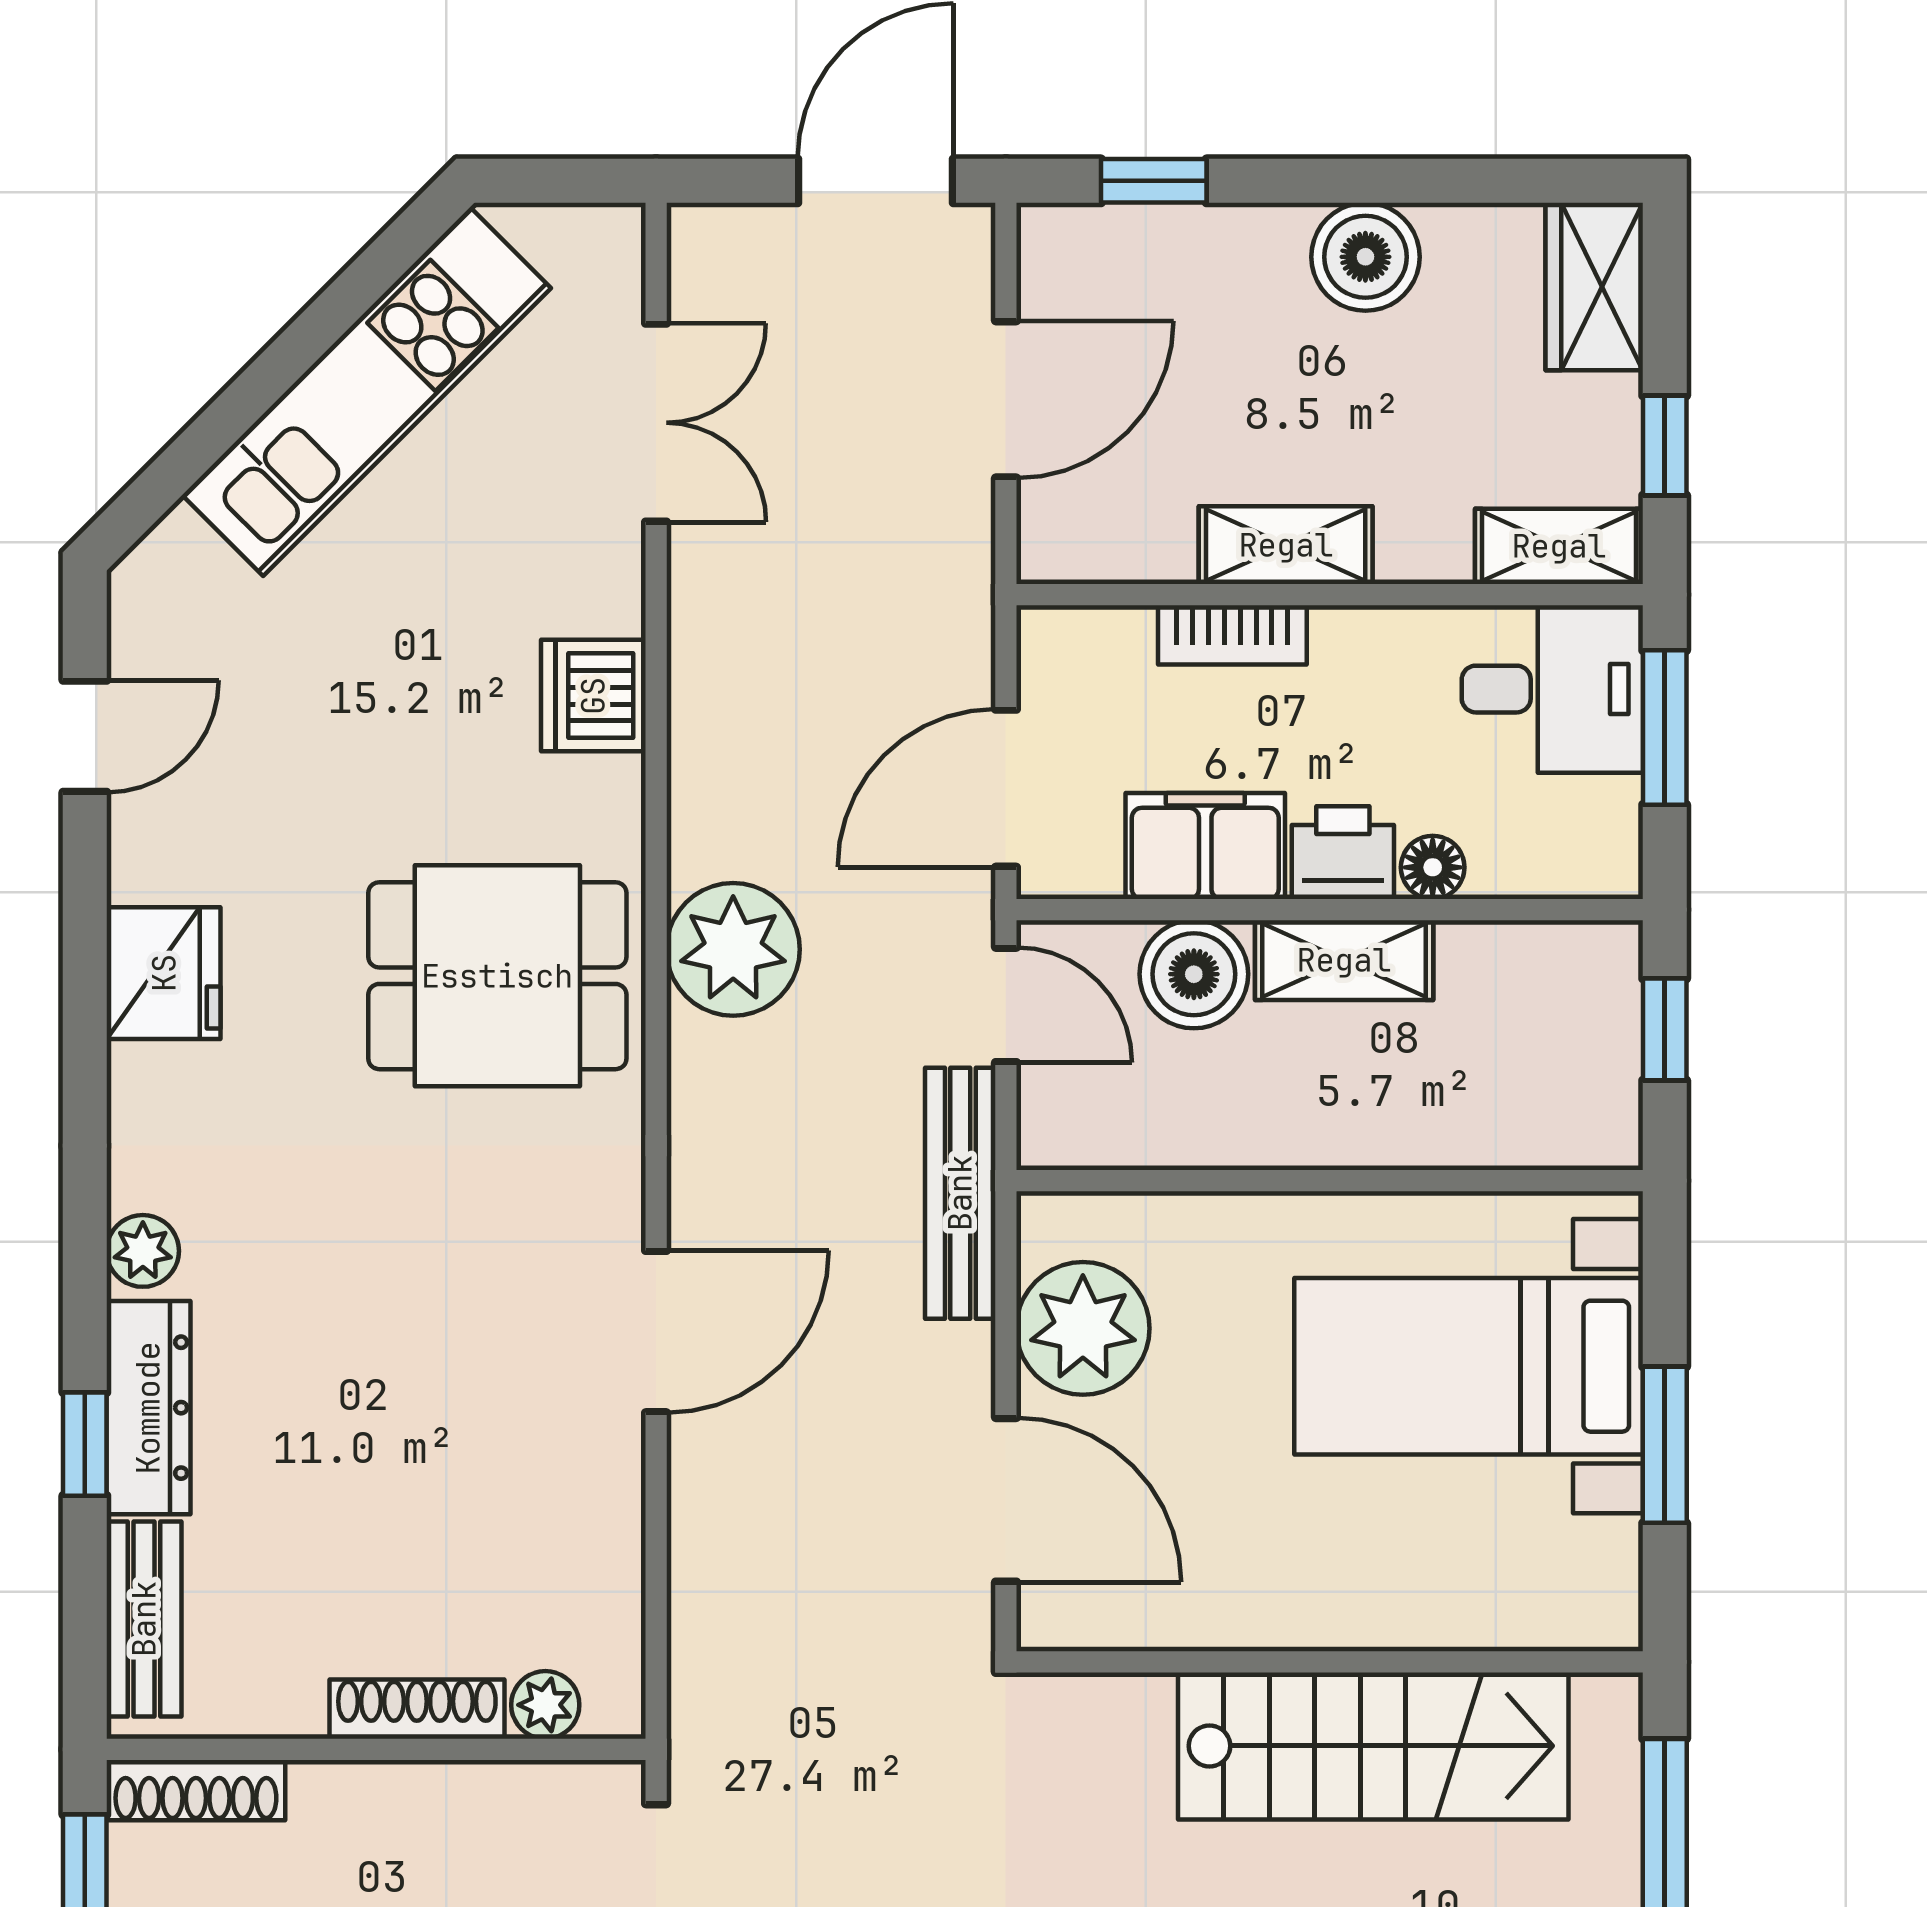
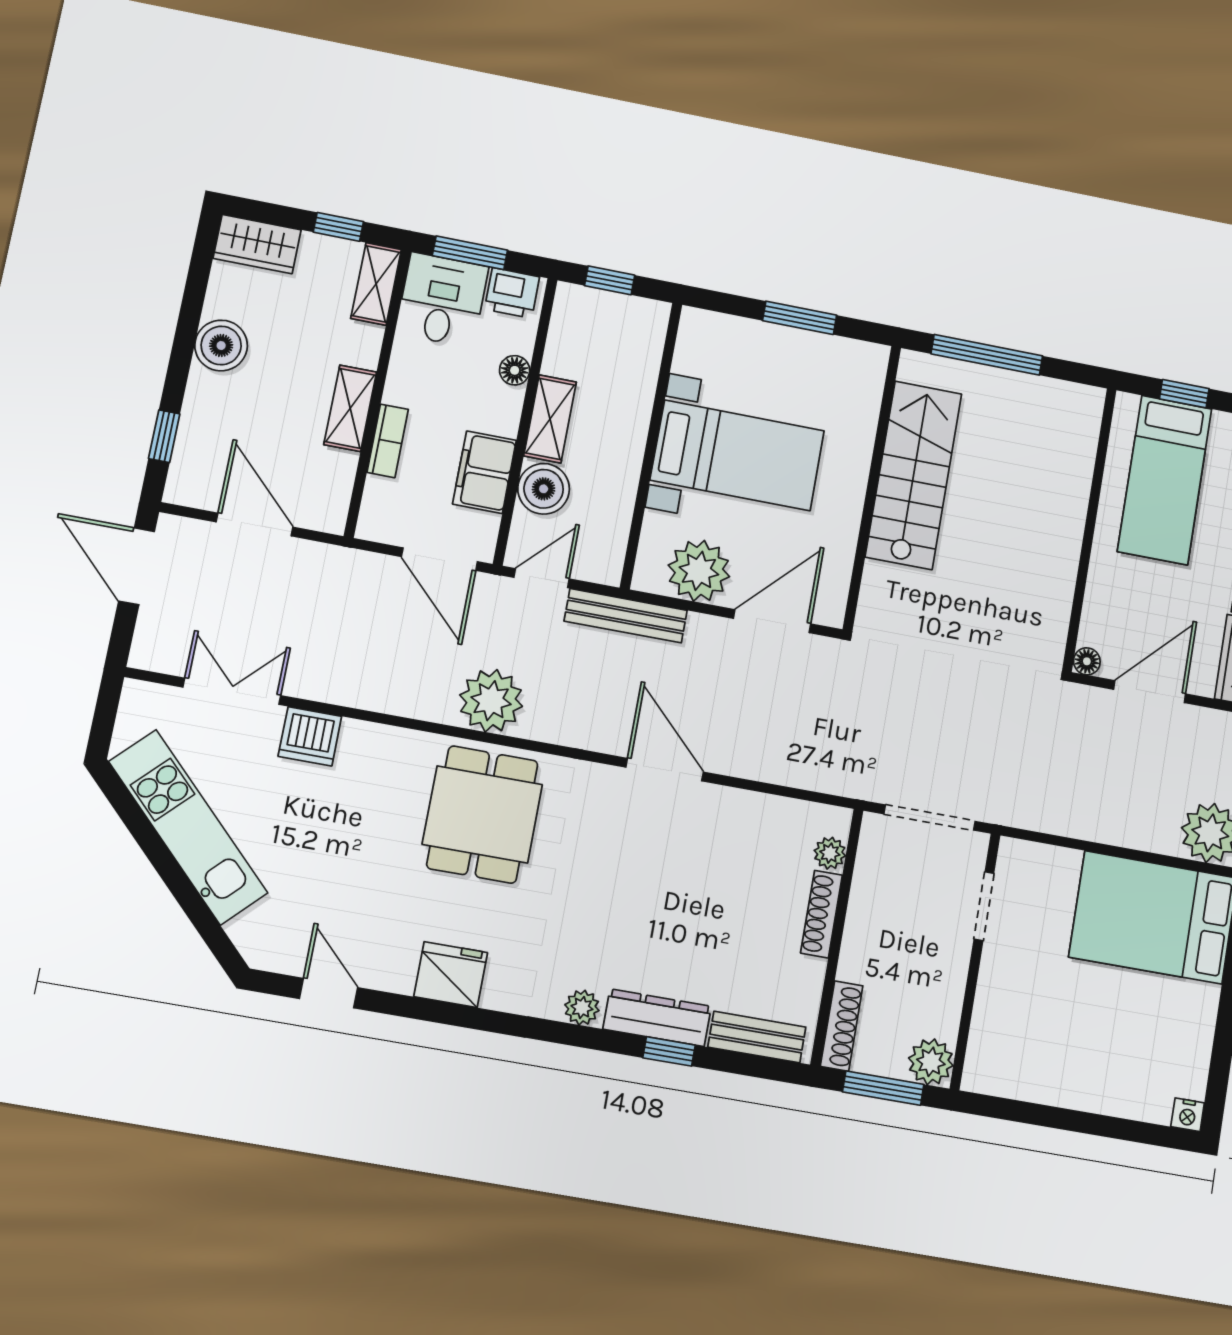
dishwasher: (593, 696) -> (310, 736), moved
printer: (1343, 853) -> (512, 293), moved, turned -90
bed with nightstands: (1469, 1366) -> (737, 455), moved, turned -90

